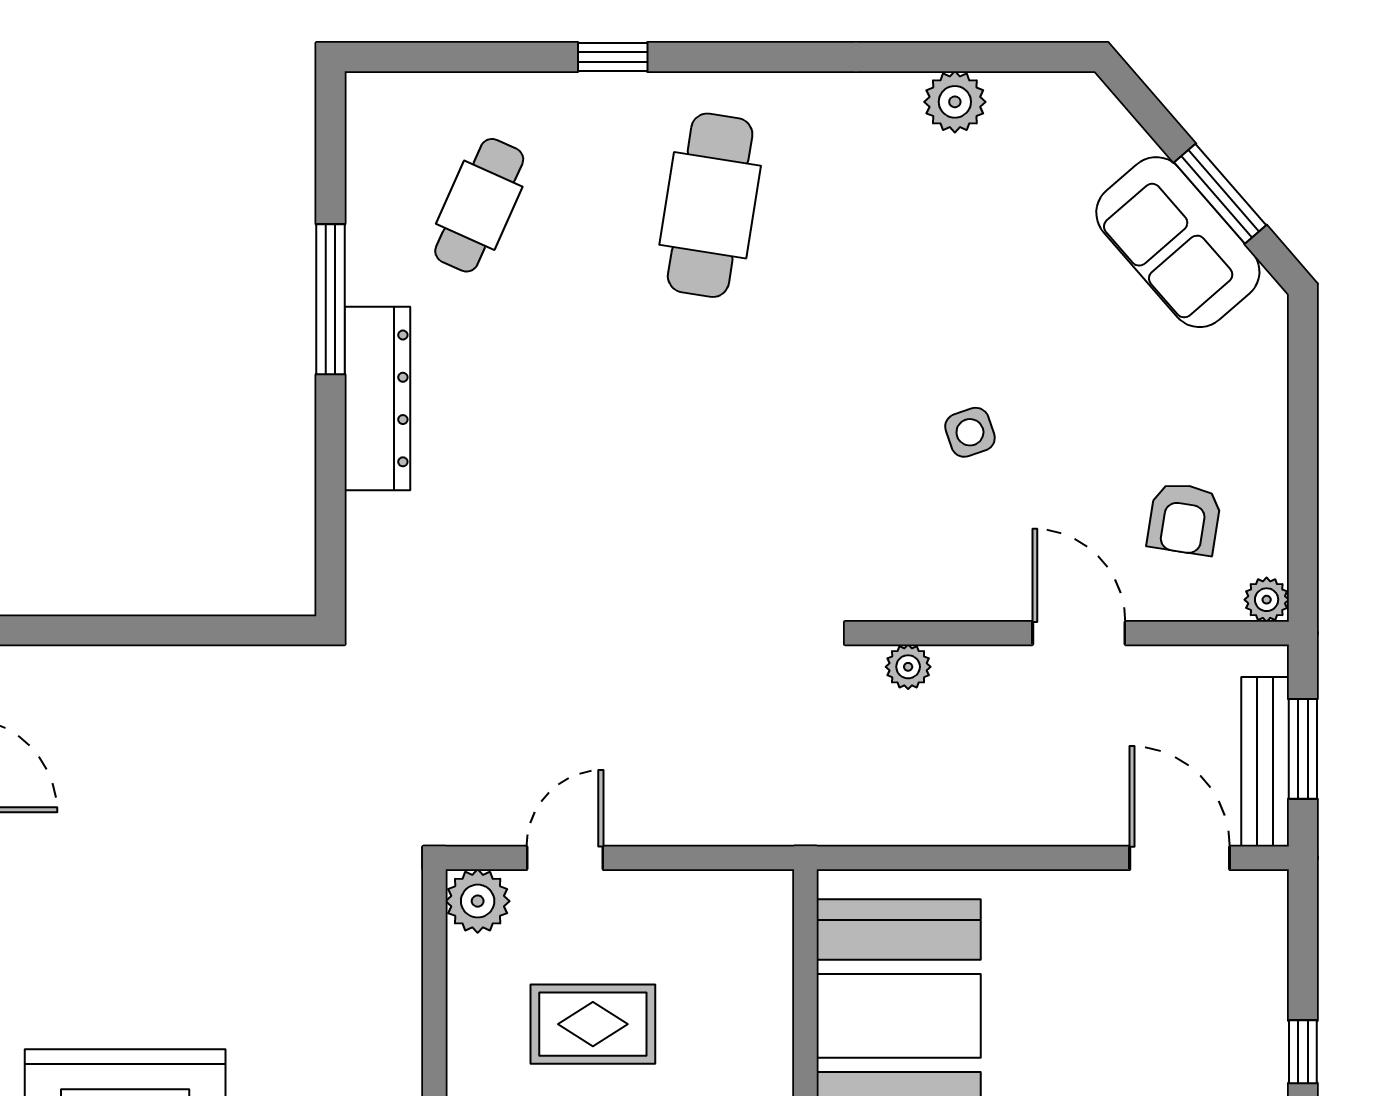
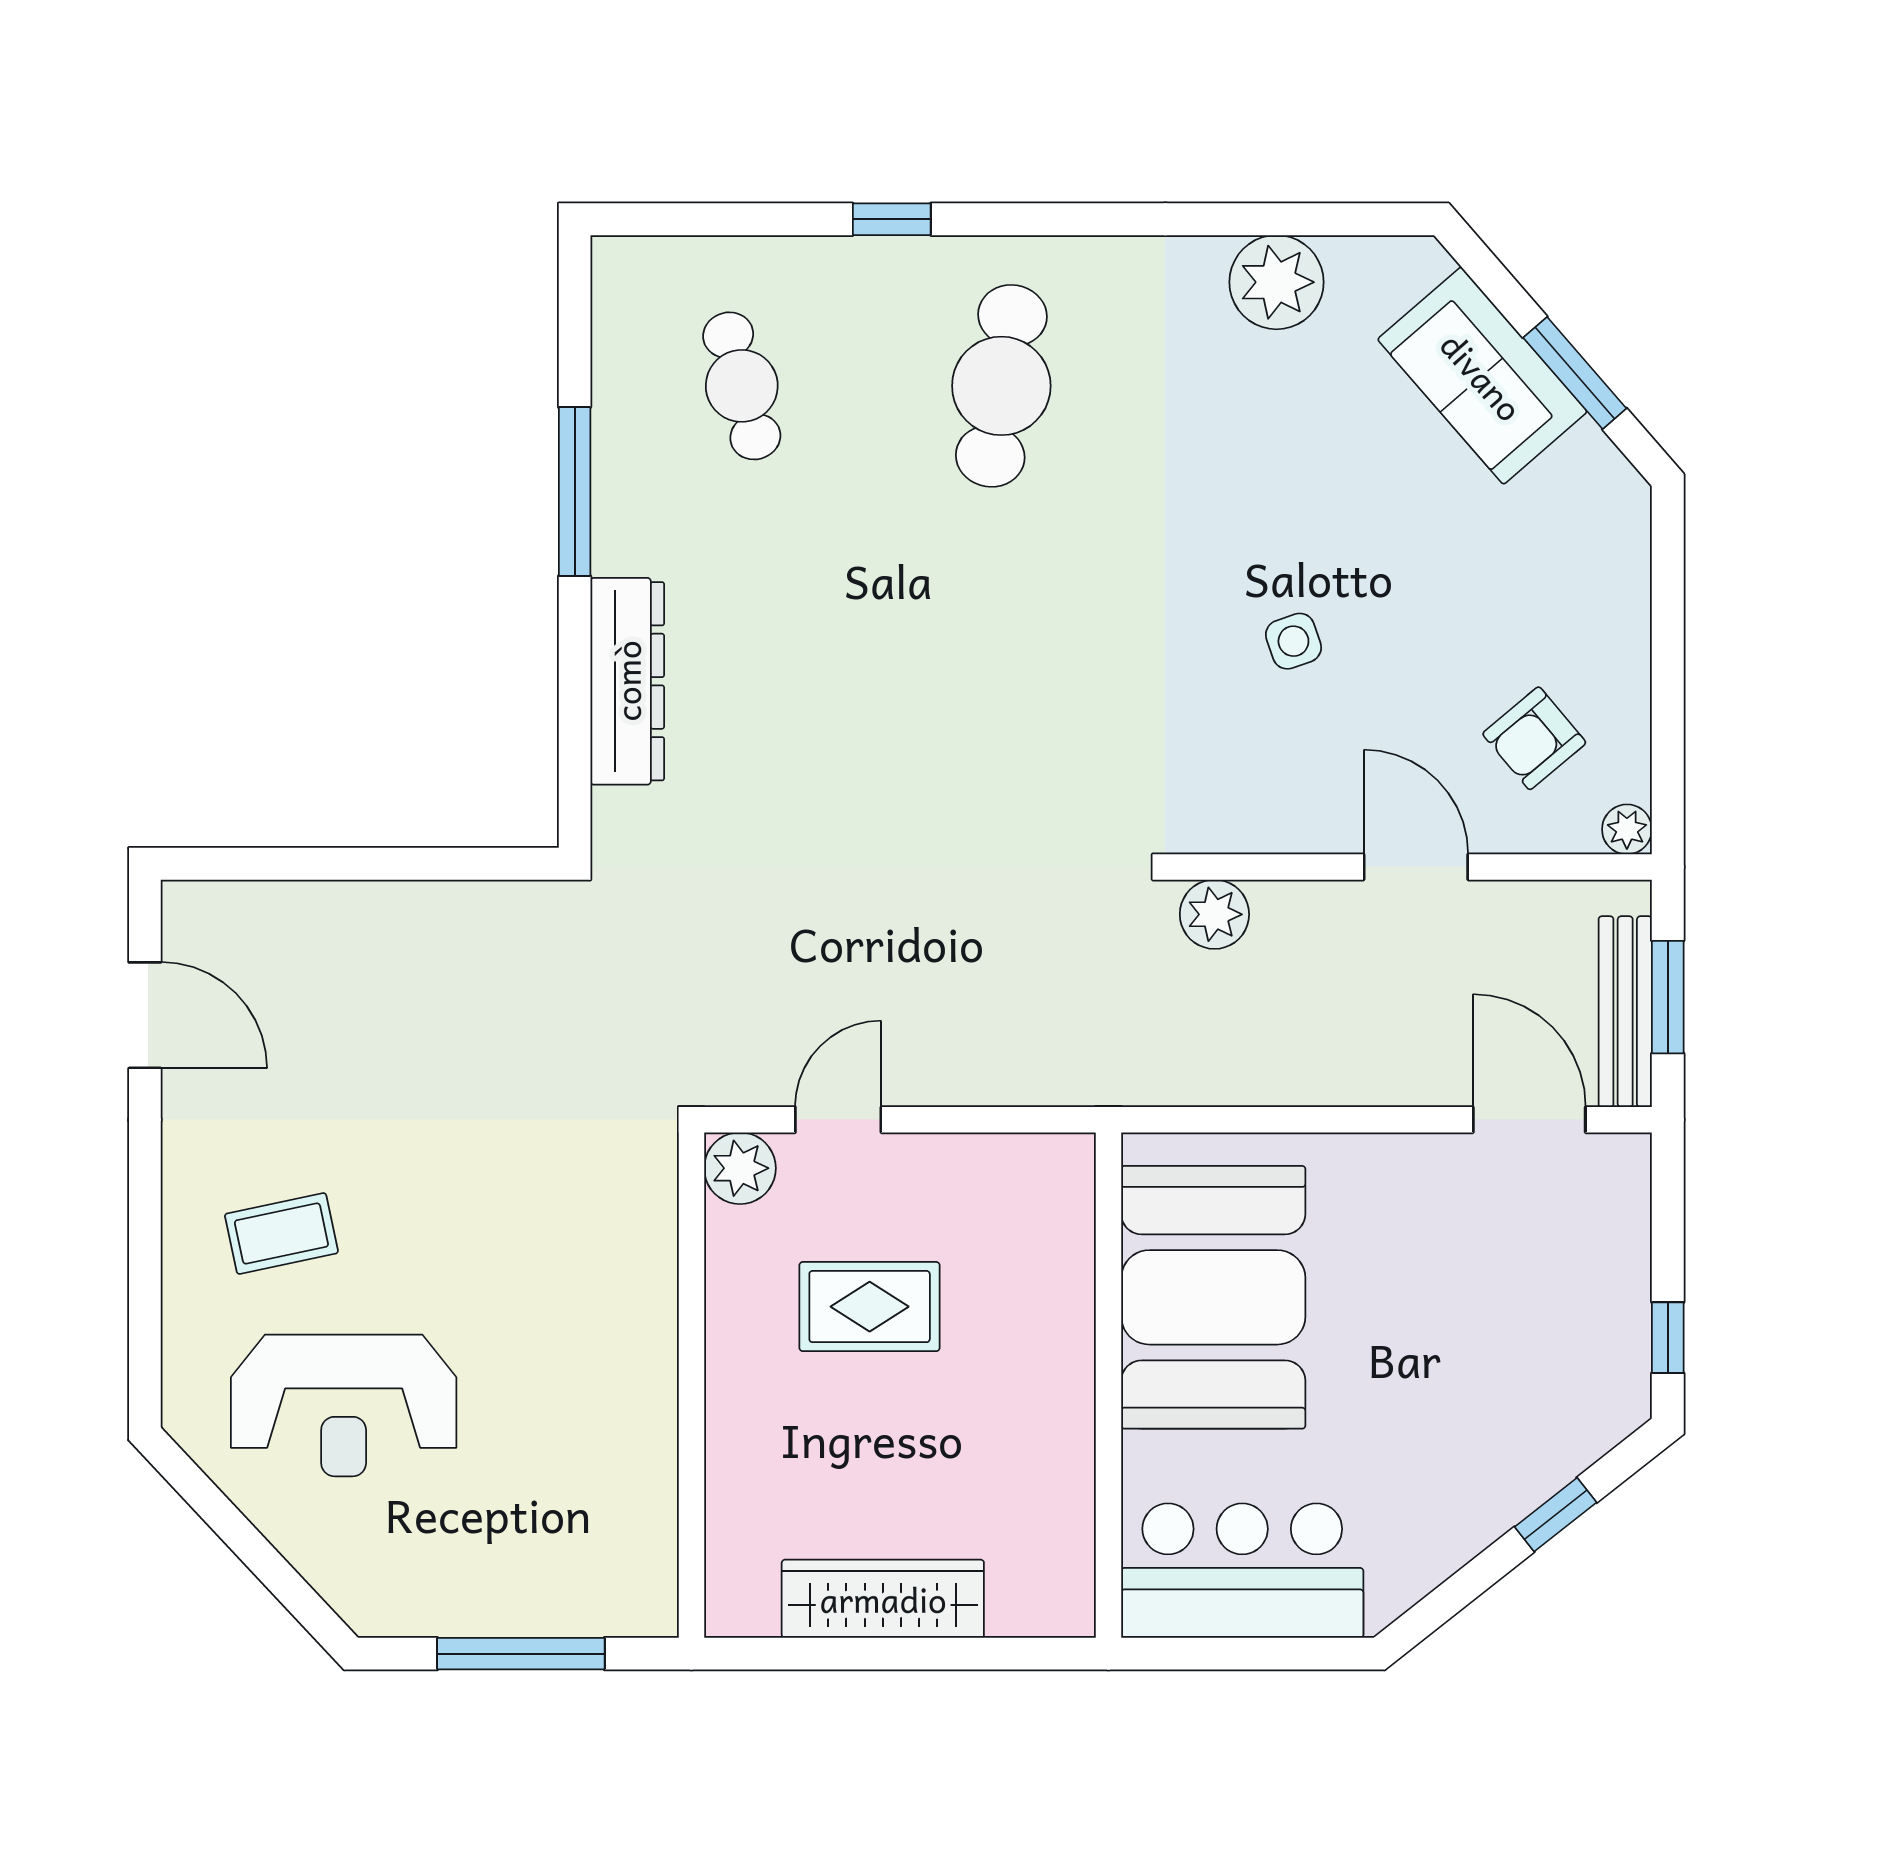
plant: (955, 102) -> (1276, 282), width x1.36, depth x1.36
cafe table: (479, 205) -> (742, 386), turned -39
sofa: (1178, 242) -> (1482, 376), moved
dresser: (377, 398) -> (627, 681), moved
armchair: (1184, 519) -> (1534, 738), turned 41
plant: (908, 667) -> (1214, 914), width x1.38, depth x1.38
coffee table: (70, 959) -> (281, 1233), added

